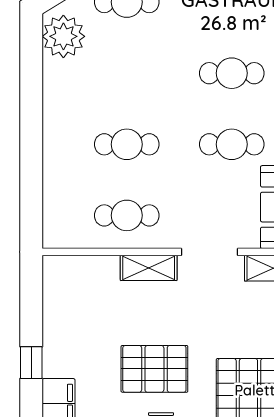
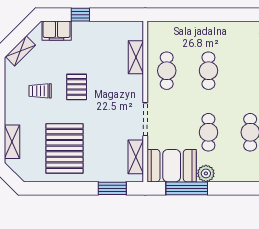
shelving: (149, 268) -> (136, 57), moved
pallet: (154, 369) -> (77, 87), width x0.67, depth x0.71

